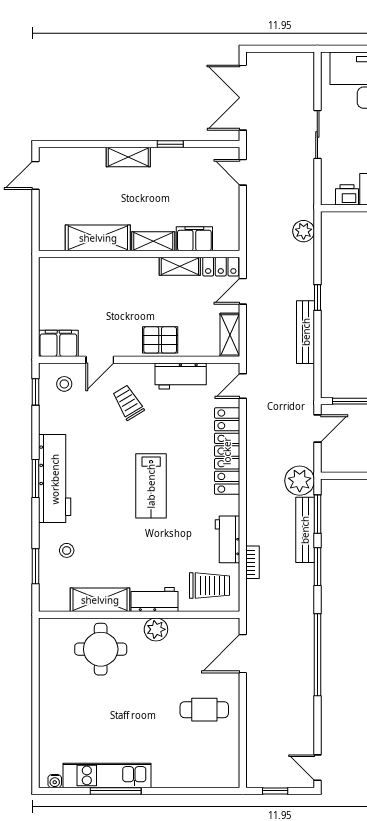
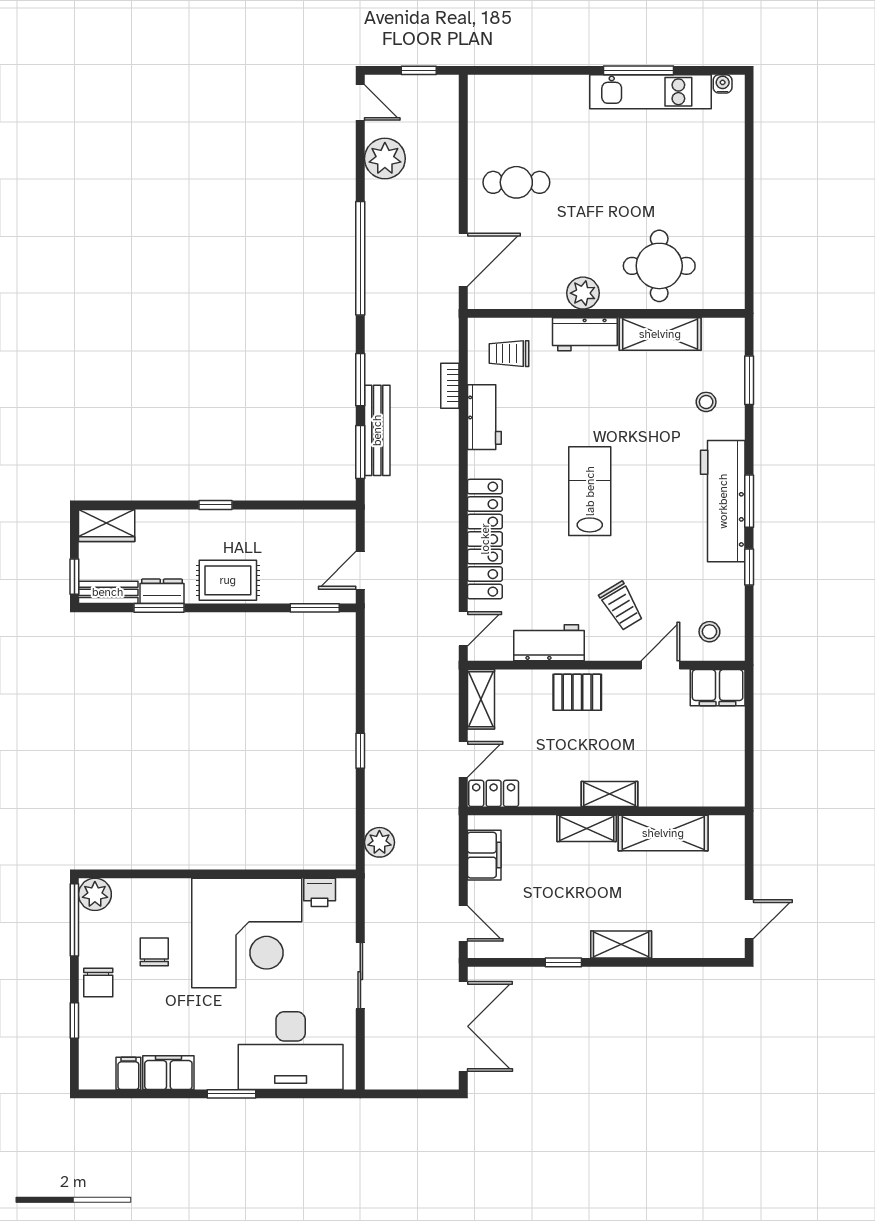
filing cabinet: (194, 239) -> (484, 855), moved, turned -90
shelving: (180, 266) -> (610, 794), moved
bench: (306, 332) -> (377, 703), removed
window: (35, 392) -> (749, 567), moved
plant: (300, 481) -> (385, 159), moved
trolley: (210, 586) -> (509, 354), width x0.73, depth x0.72

